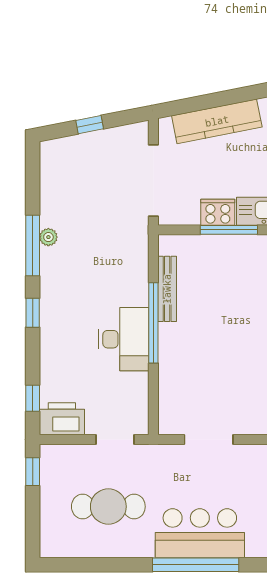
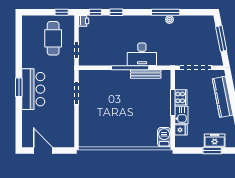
window: (90, 125) -> (221, 38), width x2.17
window: (33, 313) -> (116, 12), moved
desk: (124, 339) -> (142, 54), moved
printer: (62, 419) -> (84, 21), width x0.53, depth x0.68
cafe table: (108, 507) -> (53, 38), moved
window: (196, 565) -> (19, 87), width x0.47

